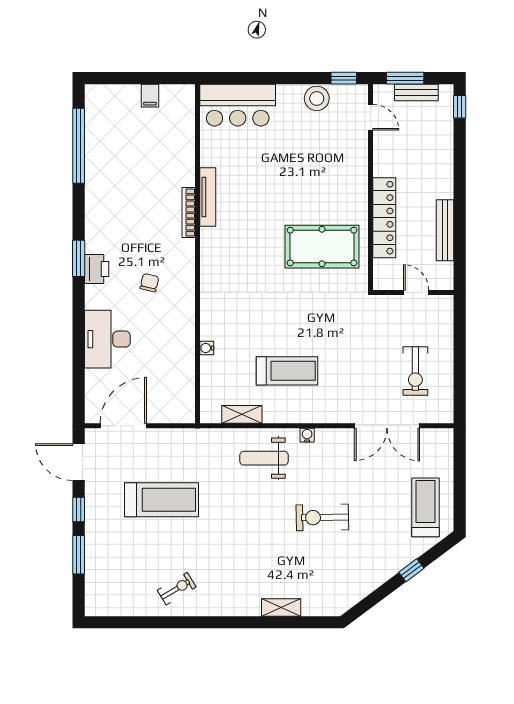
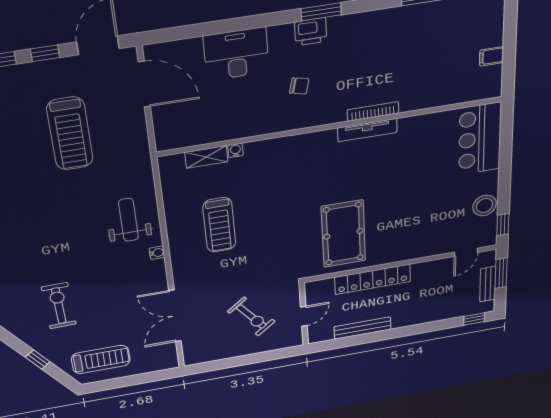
tv unit: (208, 197) -> (367, 130), moved
exercise bike: (415, 371) -> (251, 316), moved, turned -128
shelving: (242, 414) -> (206, 157), moved, turned 90
exercise bike: (322, 517) -> (59, 306), moved

